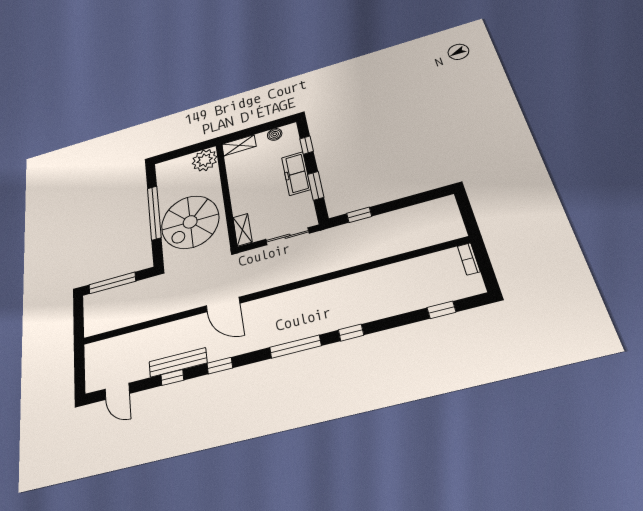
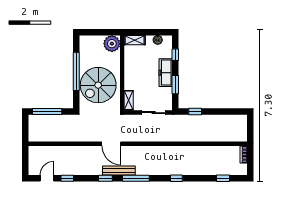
window: (295, 347) -> (136, 178), moved
bench: (178, 362) -> (119, 170), moved
window: (172, 377) -> (67, 178), moved
door: (117, 391) -> (47, 178), swing flipped

